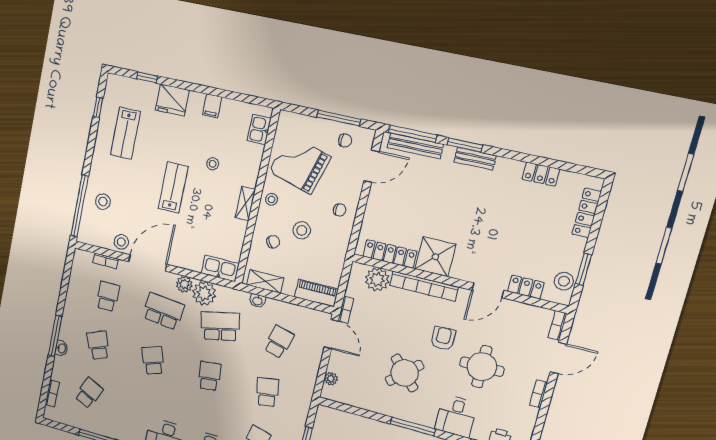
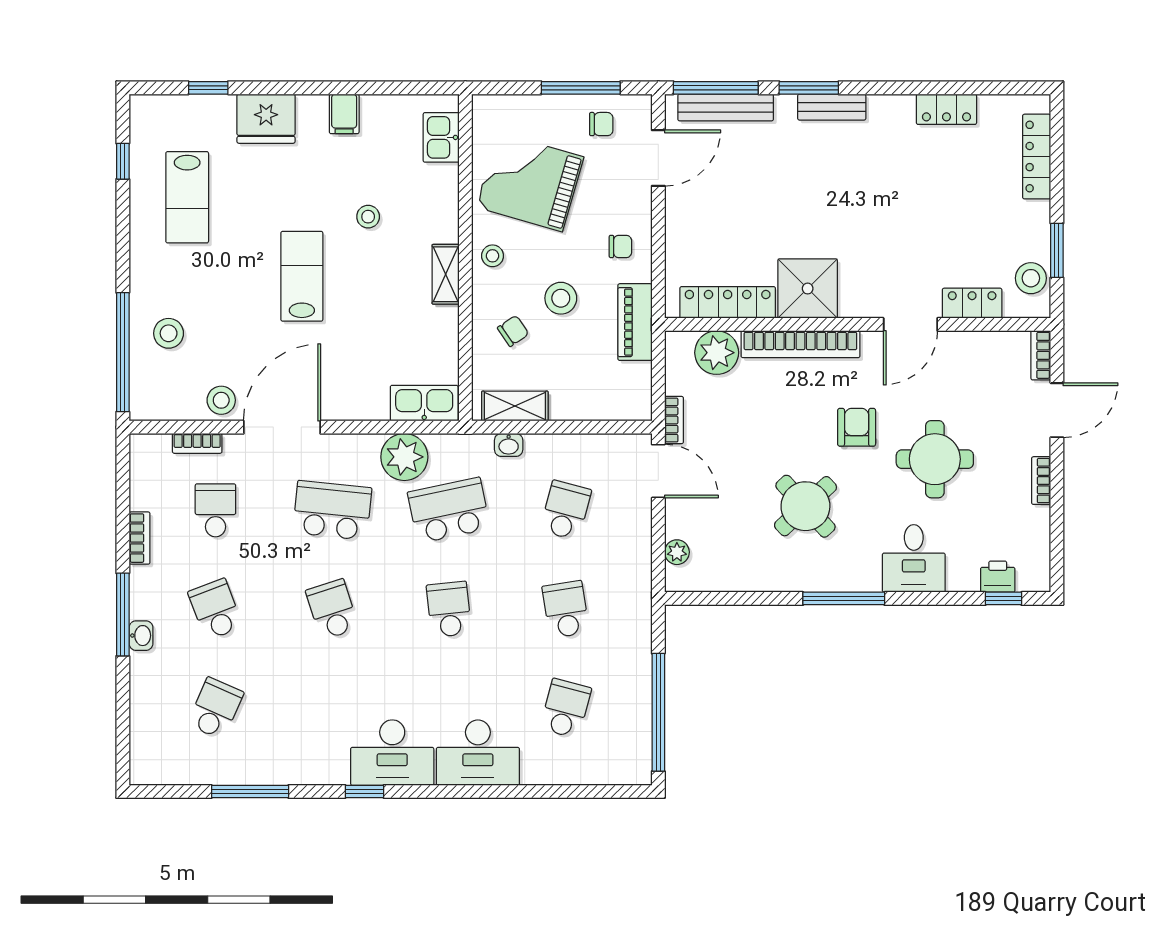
plant: (184, 284) -> (362, 449), removed
piano: (316, 293) -> (635, 322), moved, turned -90
bookcase: (52, 393) -> (139, 538), moved

